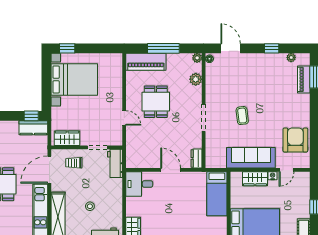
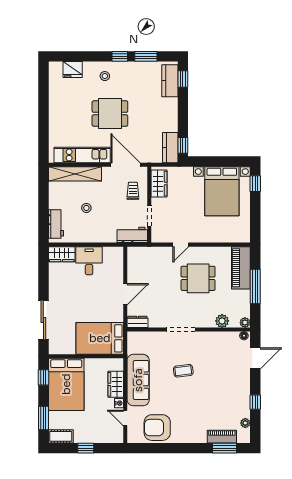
armchair: (295, 140) -> (157, 428), turned 180
desk: (139, 184) -> (89, 261), moved
bed: (217, 194) -> (100, 338), width x1.50

